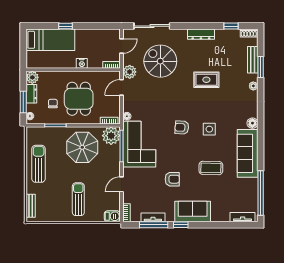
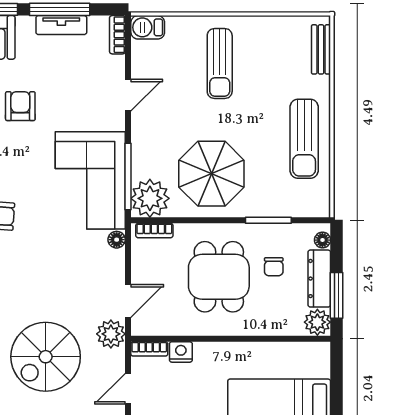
spiral stairs: (160, 61) -> (46, 357), turned 90
nightstand: (82, 63) -> (181, 352), moved
dresser: (31, 94) -> (319, 279), width x1.44
window: (23, 102) -> (336, 295), moved
armchair: (172, 179) -> (20, 106), turned 90

